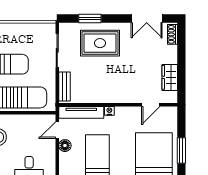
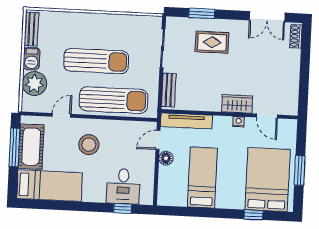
rug: (100, 43) -> (212, 42), width x0.73, depth x0.70
wardrobe: (170, 77) -> (237, 104), moved, turned 90
door: (151, 105) -> (267, 116), hinge flipped
nightstand: (109, 111) -> (239, 122), moved

